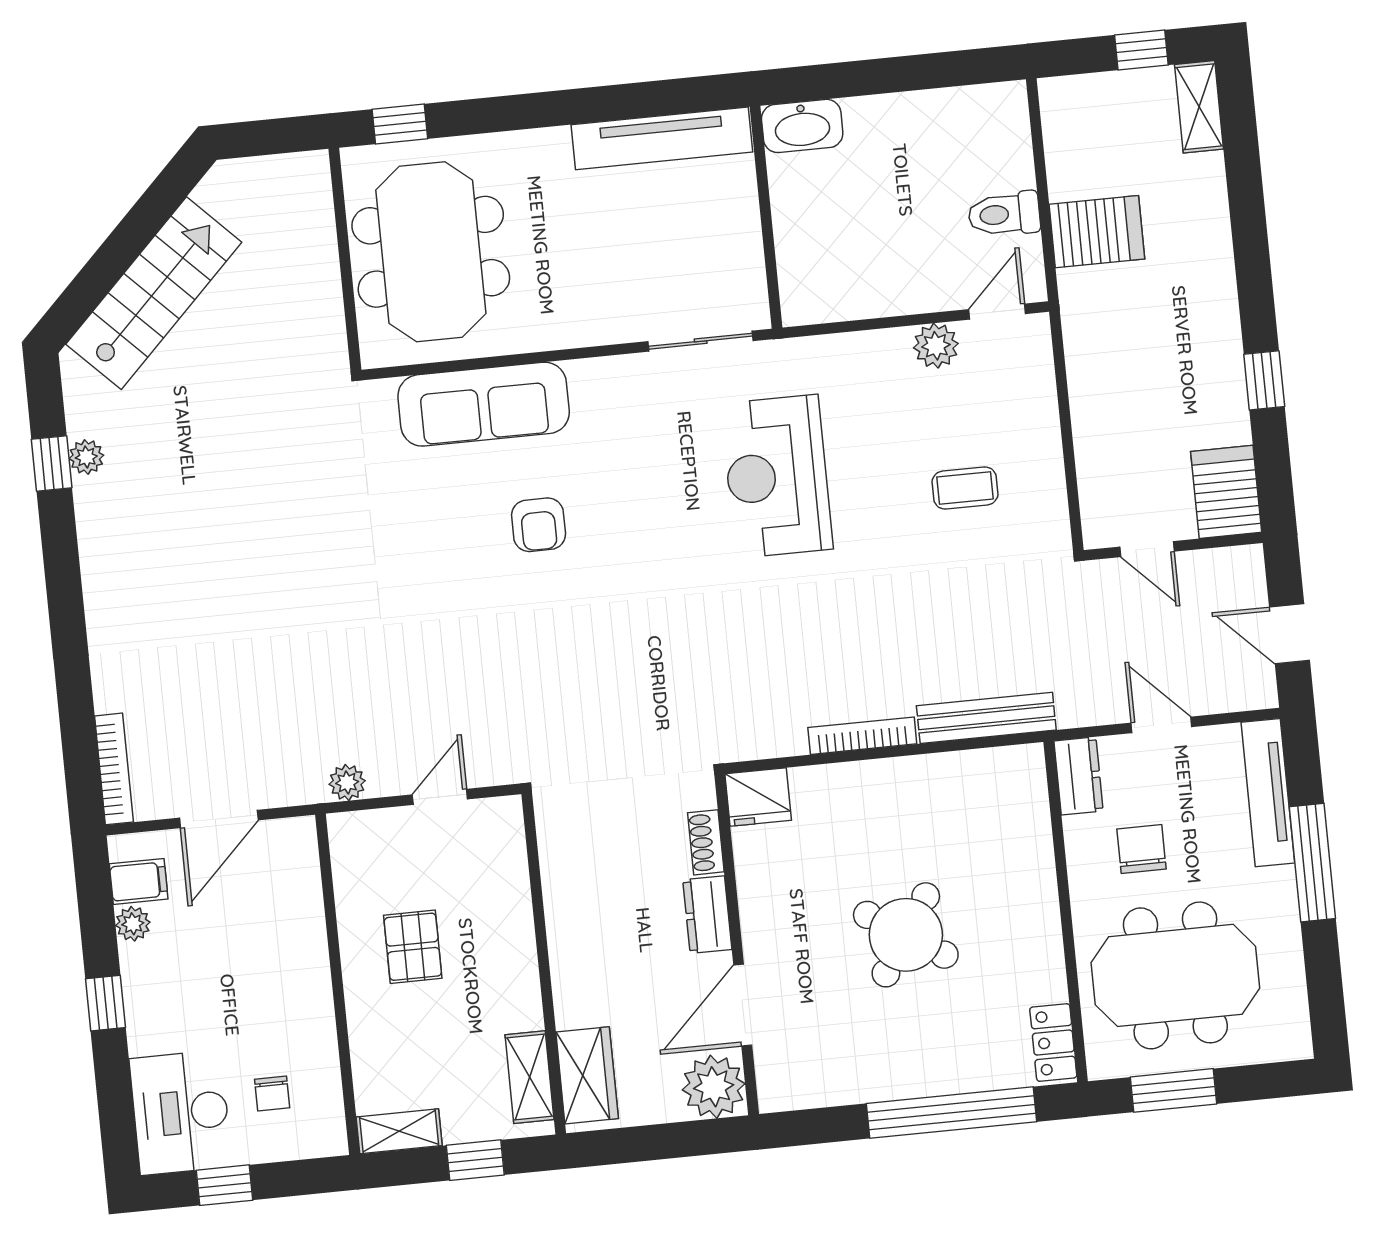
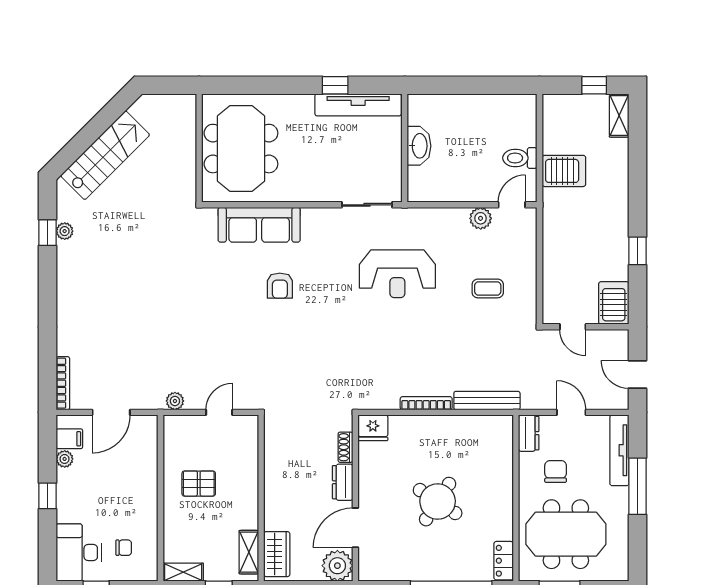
window: (400, 124) -> (335, 85), moved
washbasin: (802, 126) -> (419, 146), moved, turned -90
reception desk: (777, 476) -> (397, 274), turned -90
pallet: (413, 947) -> (199, 484), turned 90
chair: (272, 1094) -> (124, 548), turned -90

